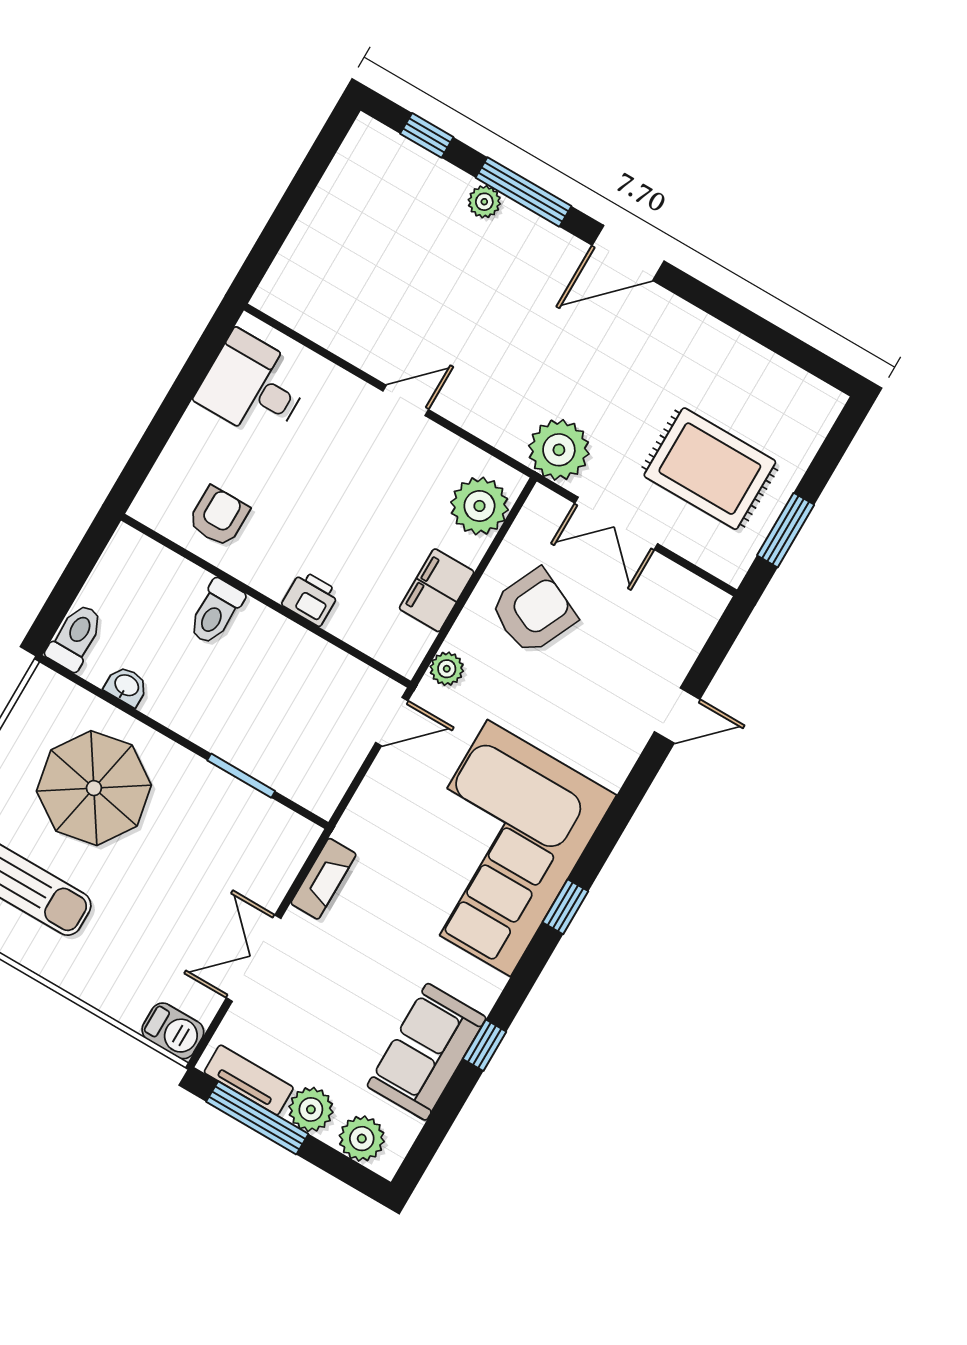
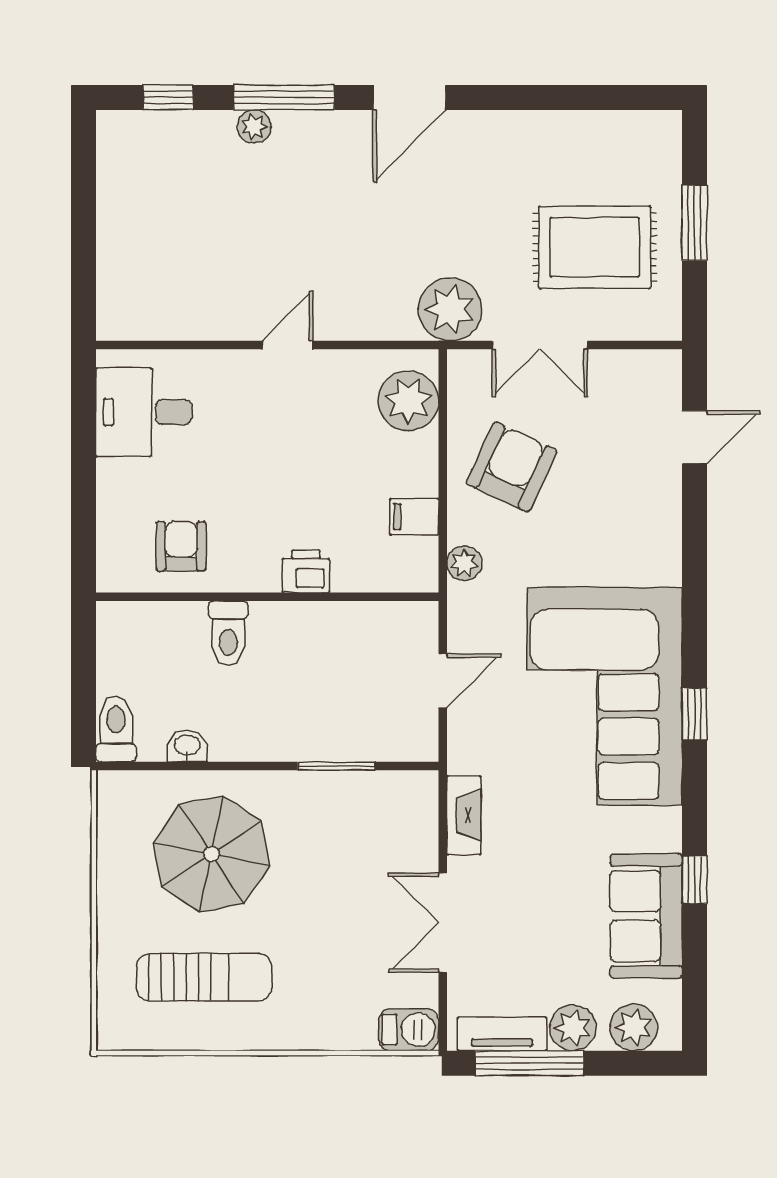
window: (786, 530) -> (694, 223), moved
filing cabinet: (437, 590) -> (414, 517), width x0.50
door: (677, 716) -> (694, 437), moved
door: (392, 722) -> (443, 681), moved

